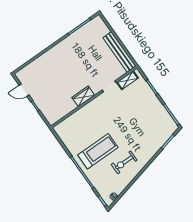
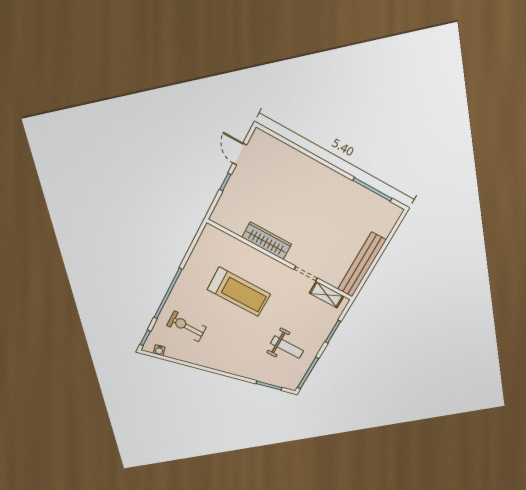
wardrobe: (83, 96) -> (267, 241), width x1.50
weight bench: (149, 119) -> (287, 347), added
treadmill: (98, 151) -> (239, 292), moved
exercise bike: (124, 162) -> (186, 326), moved

